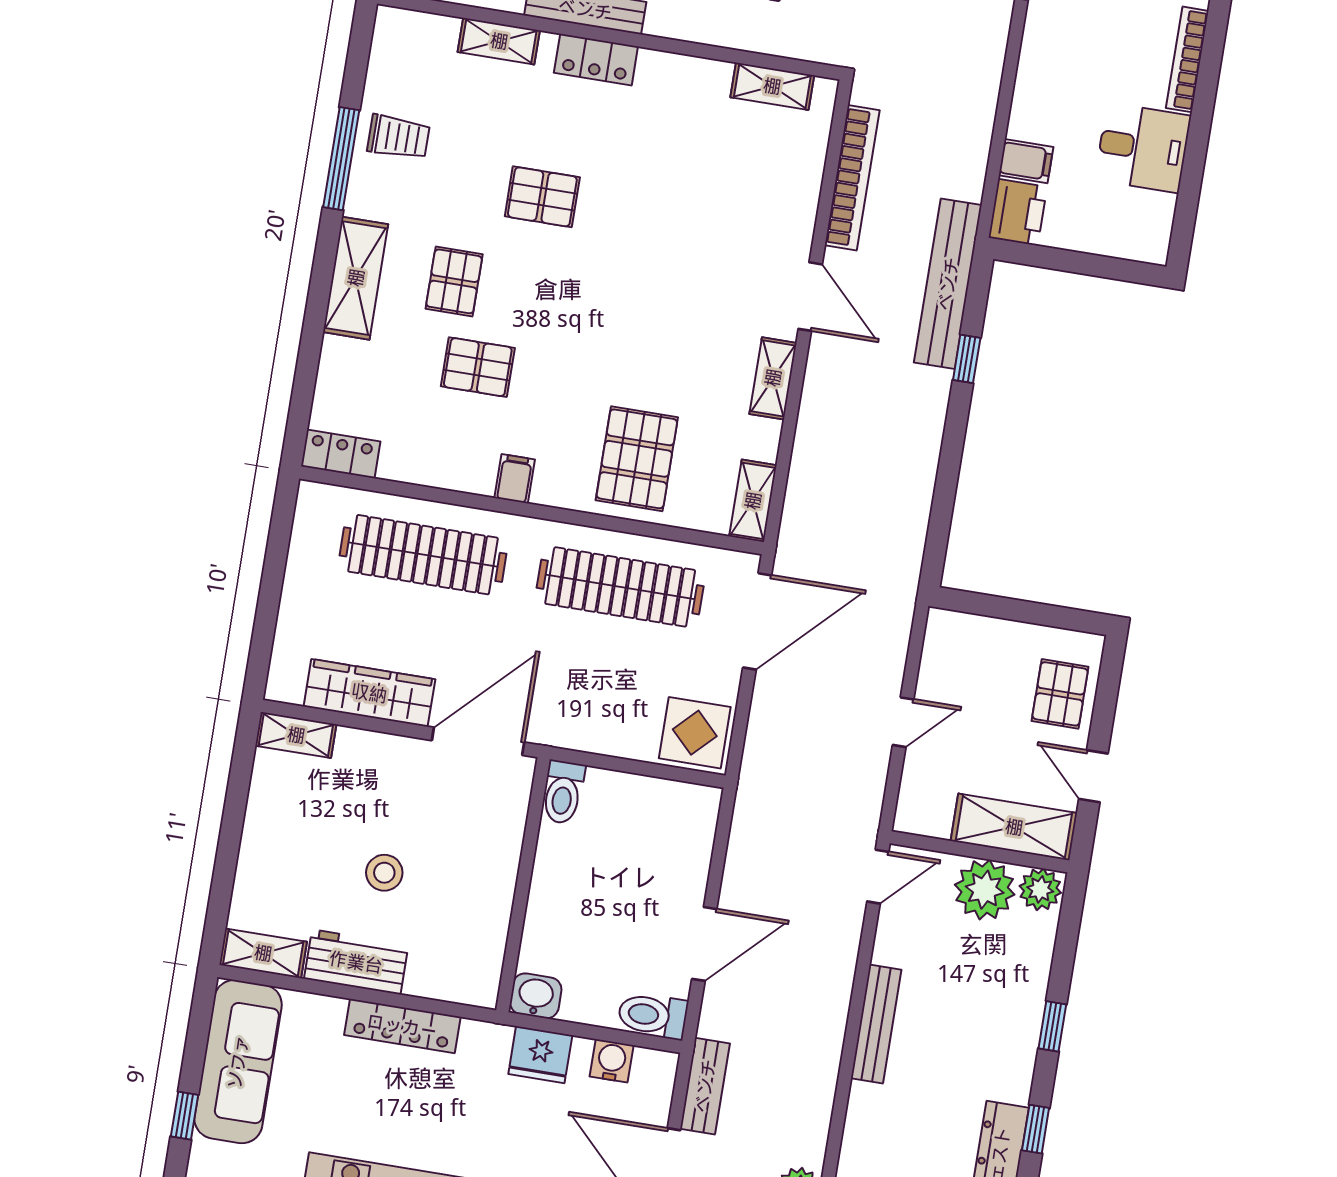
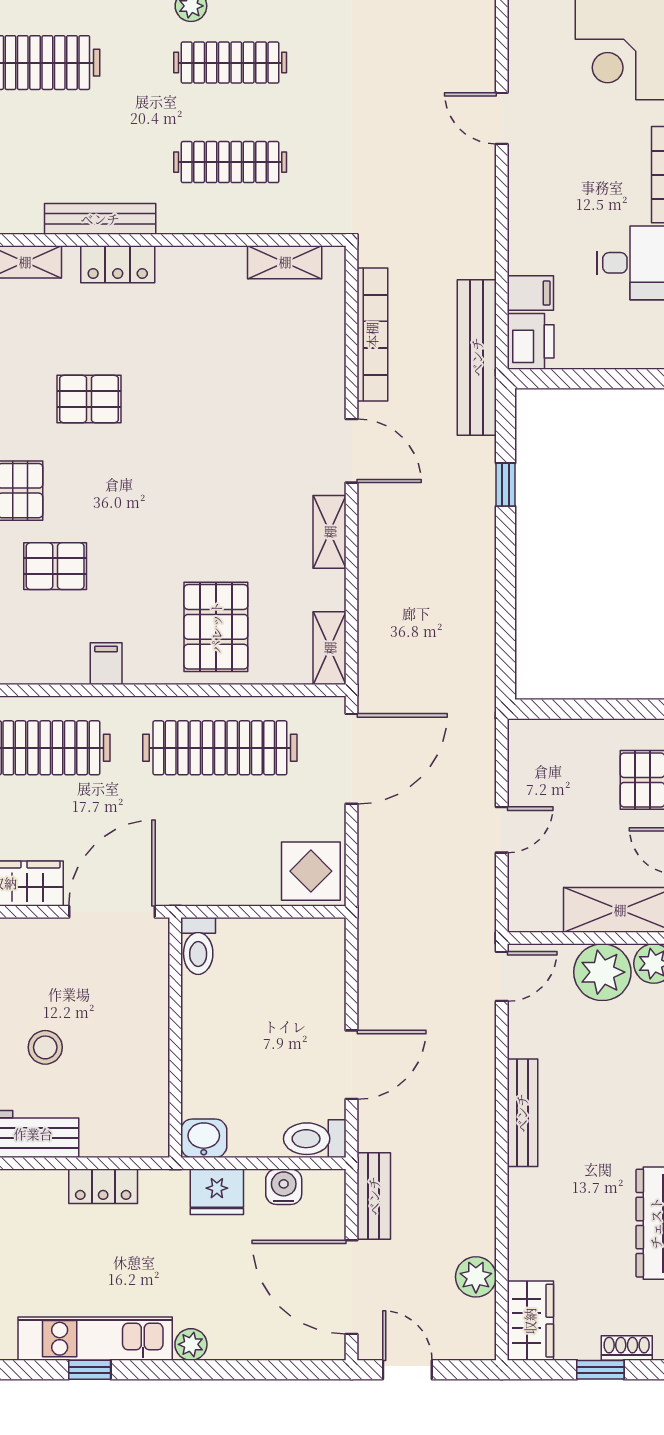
bench: (948, 284) -> (477, 357), moved
locker: (402, 1026) -> (103, 1186), width x0.66

